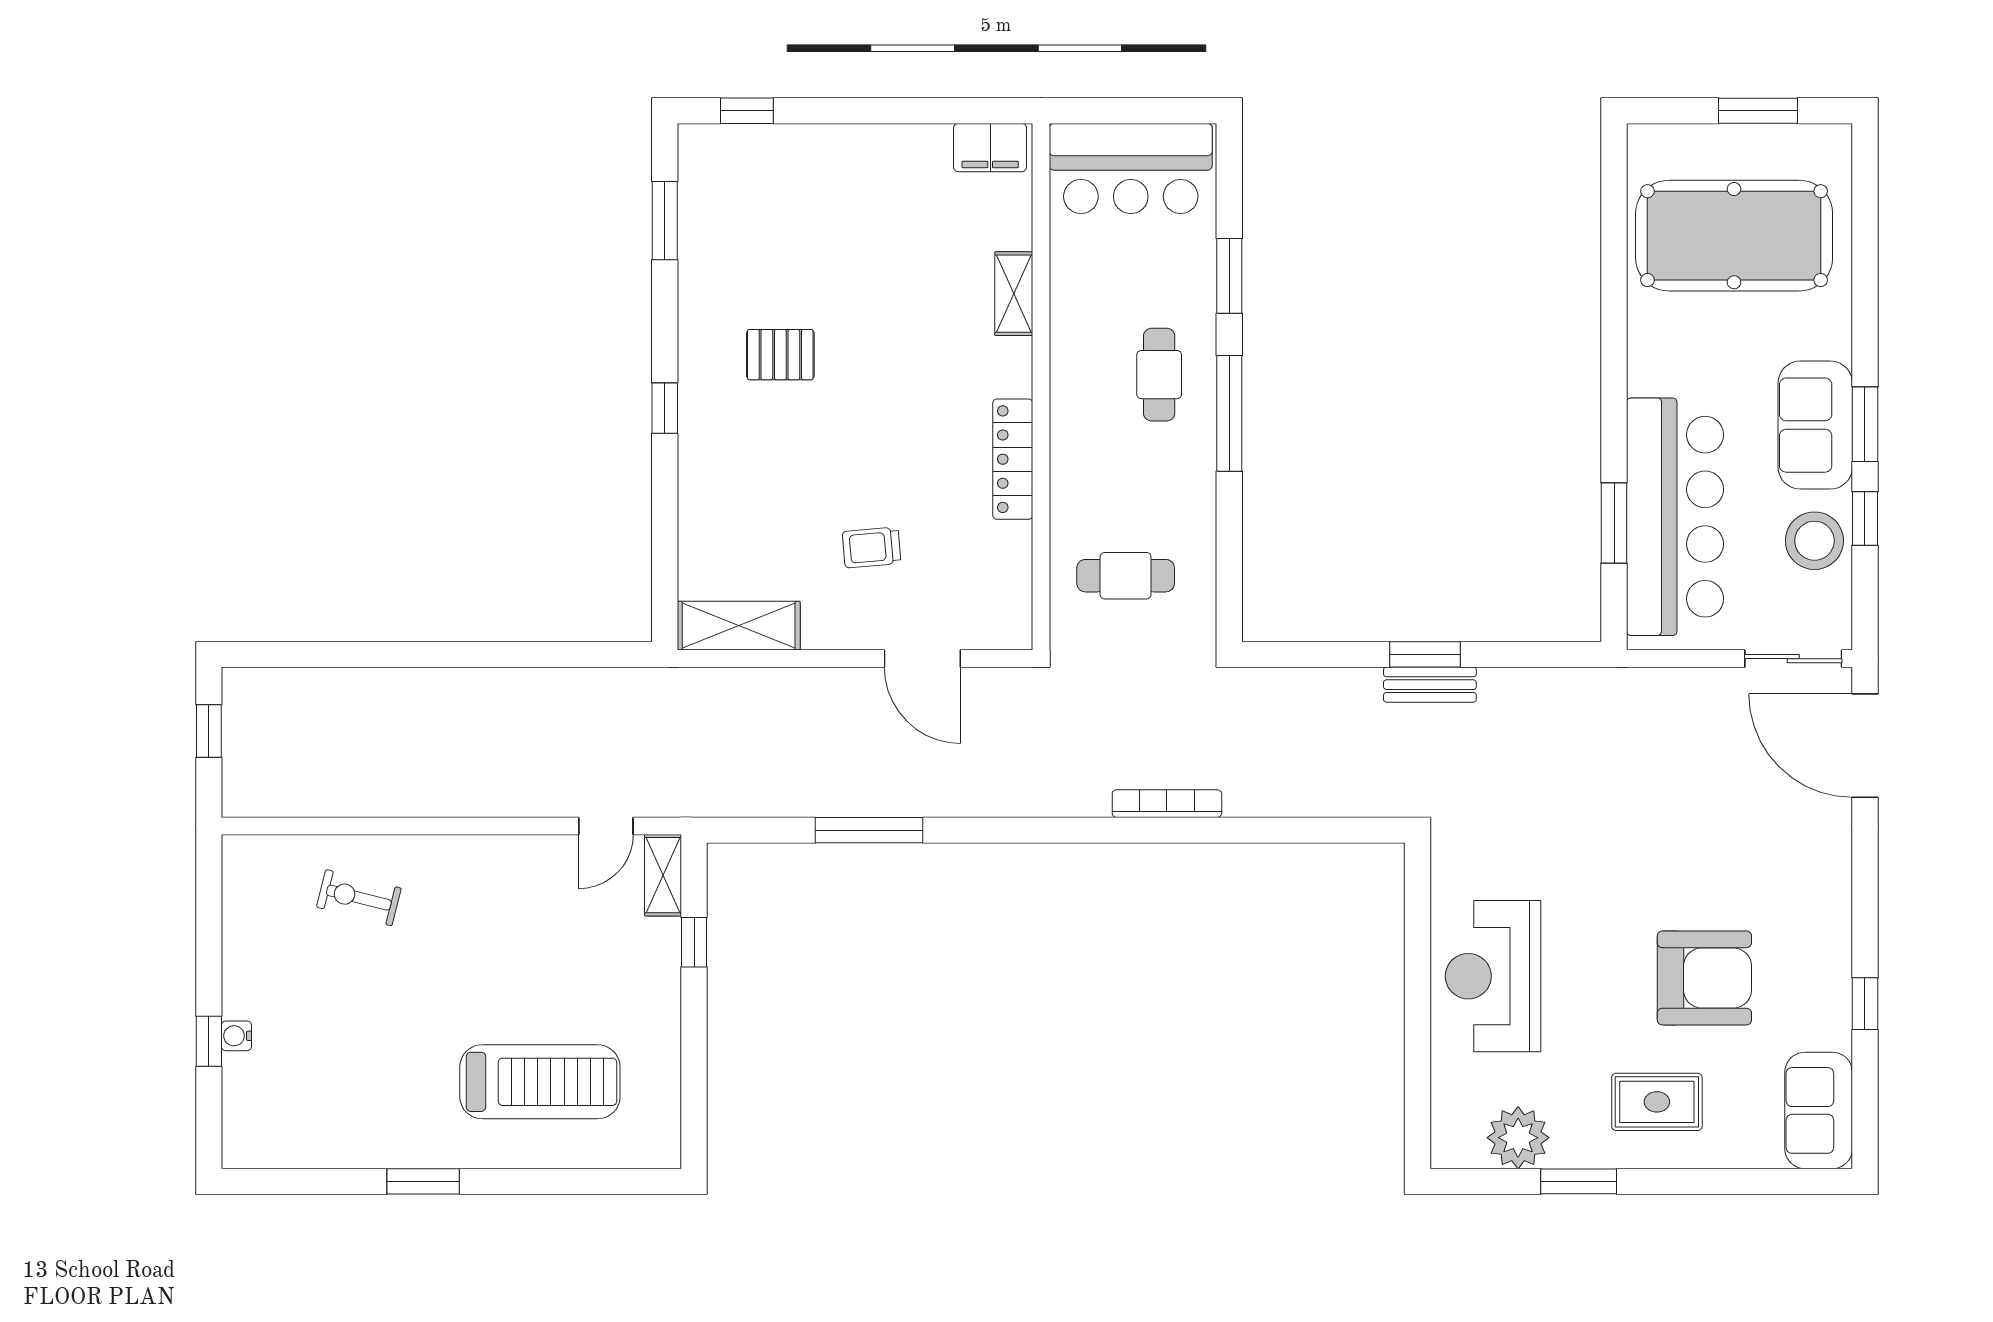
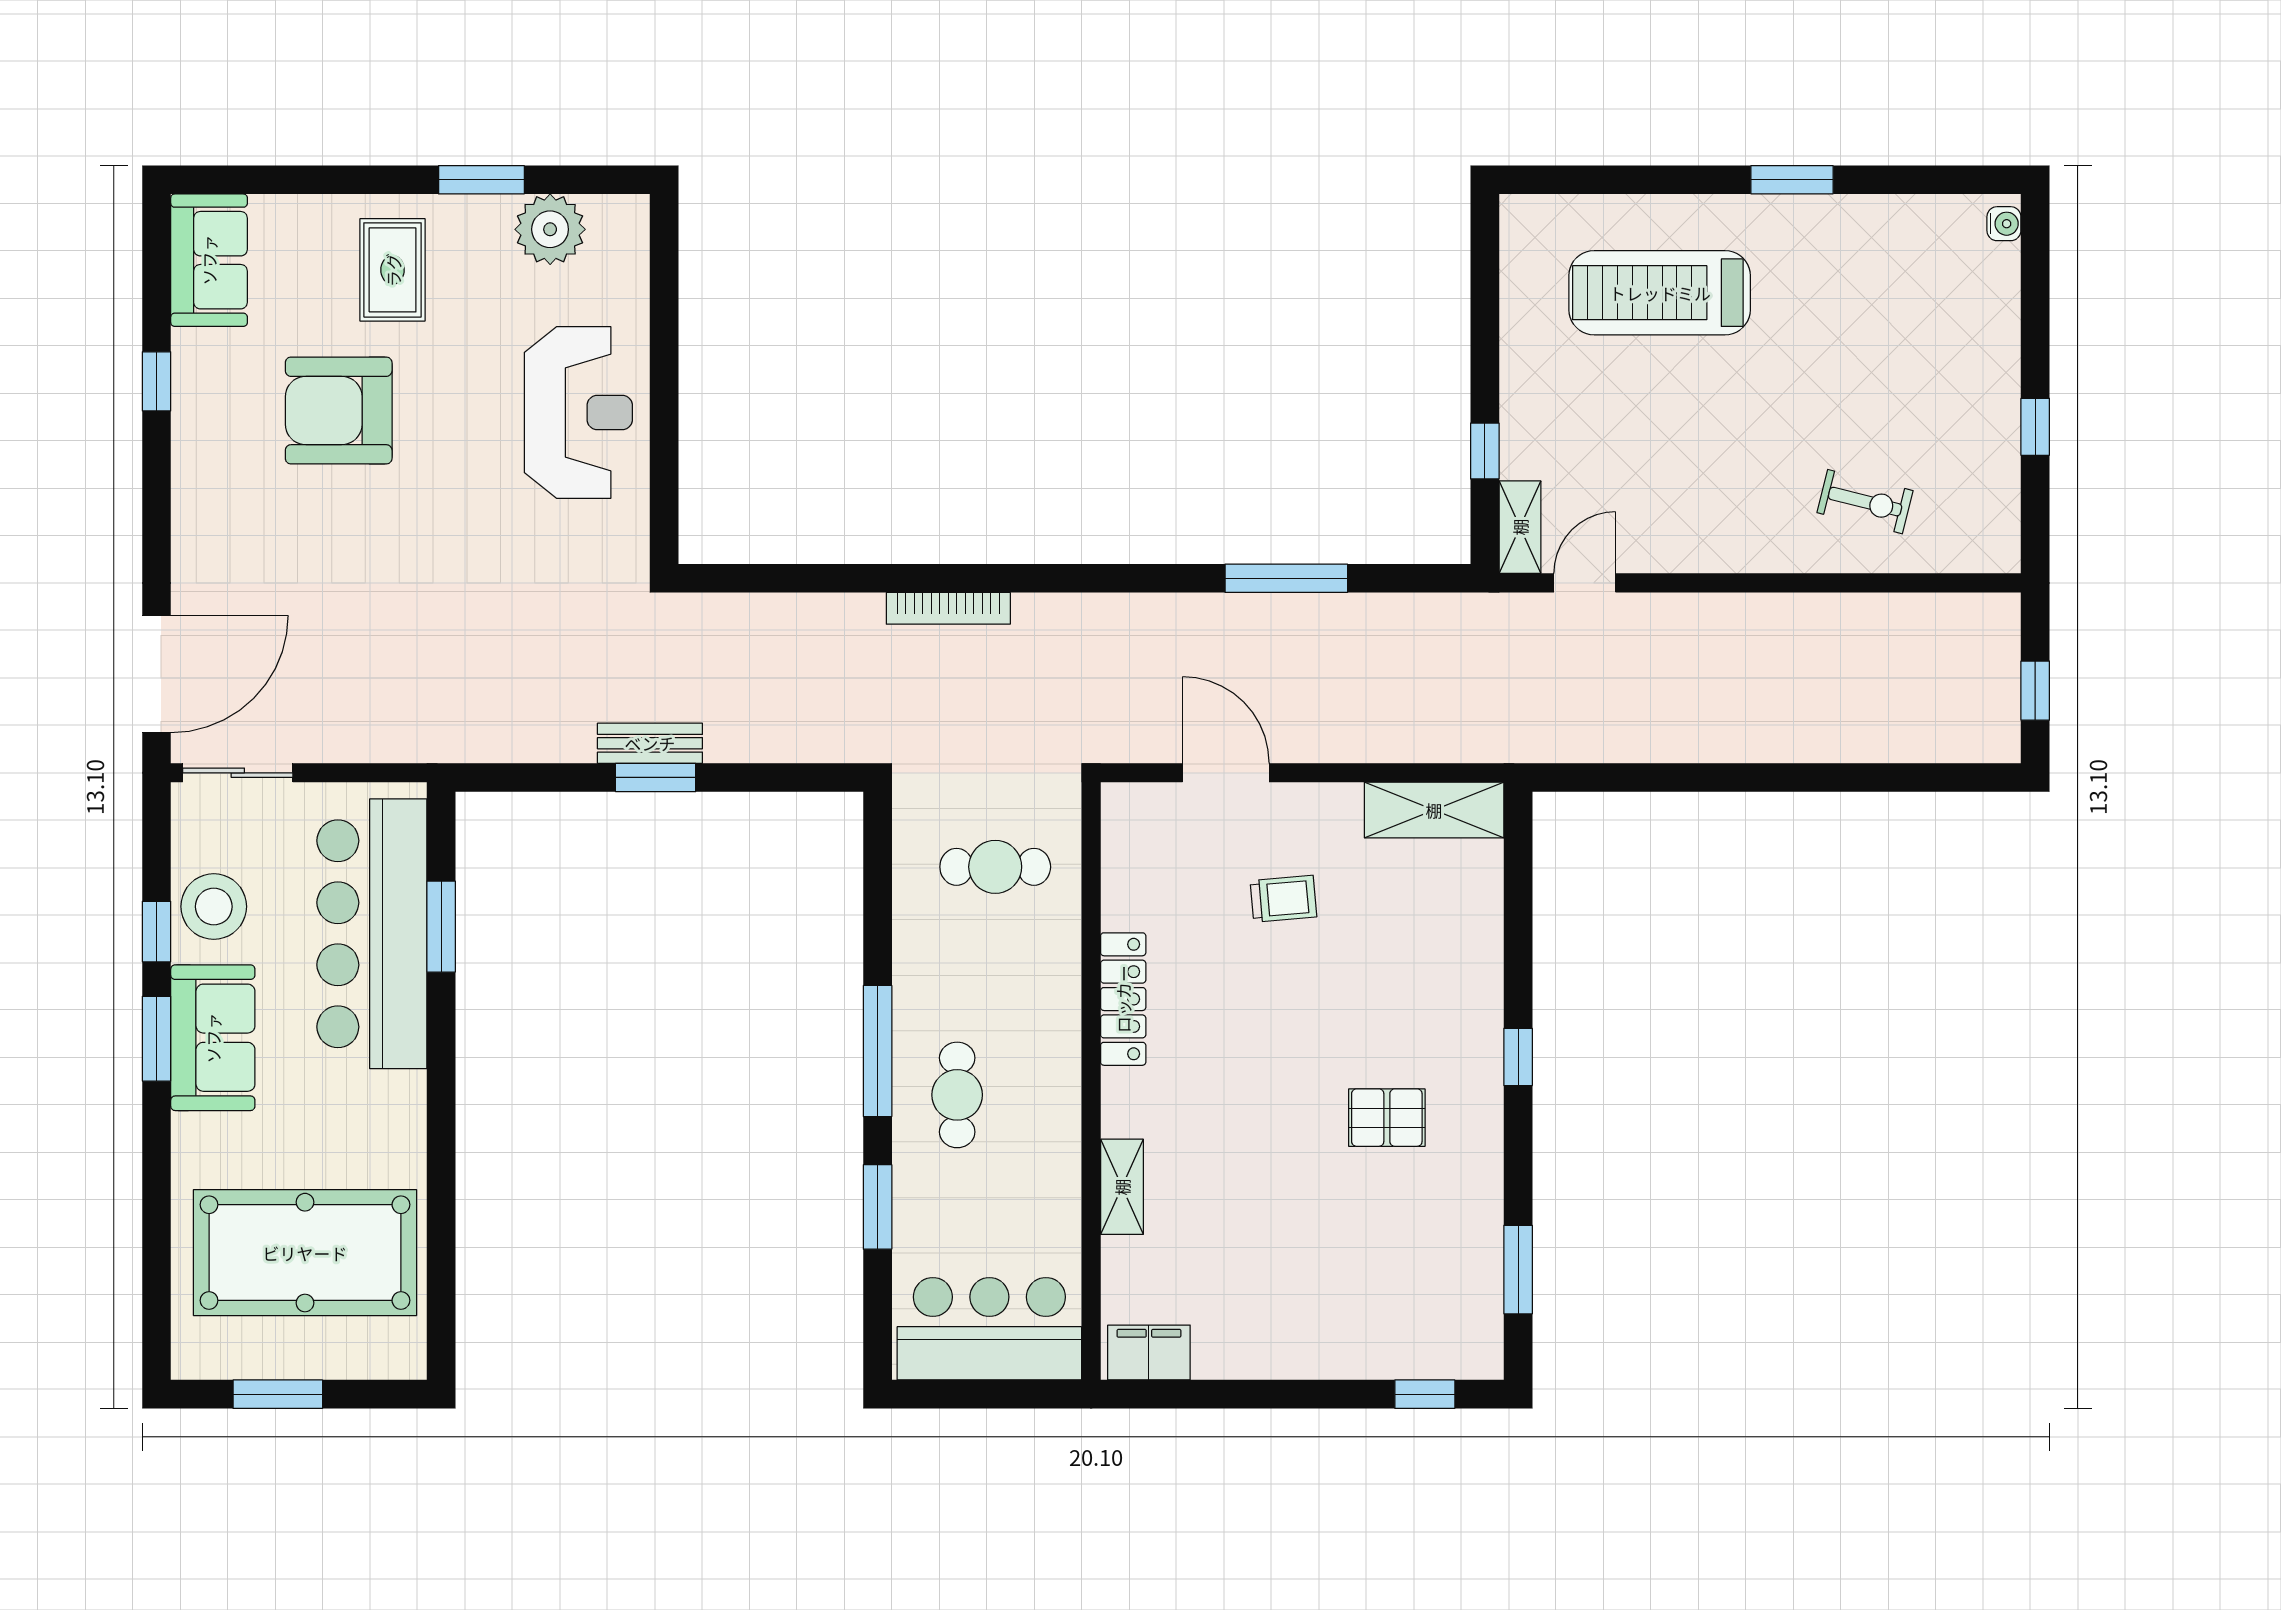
door: (1865, 746) -> (156, 674), hinge flipped
water cooler: (236, 1036) -> (2004, 224), moved
window: (209, 1041) -> (2035, 427), moved
rug: (1657, 1102) -> (393, 270), turned 90

